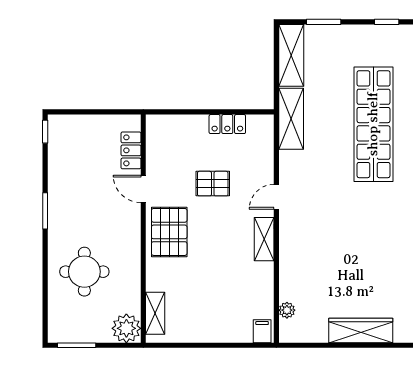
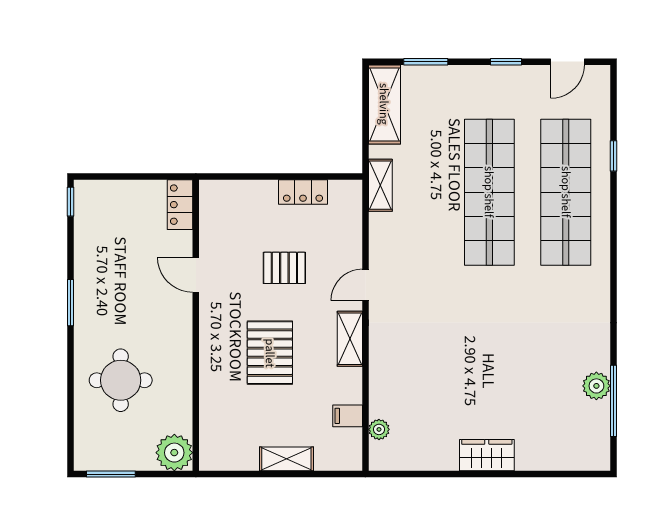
shelving: (291, 119) -> (380, 185), width x0.67, depth x0.75
locker: (131, 150) -> (180, 205), moved
pallet: (169, 232) -> (270, 353), moved
shelving: (155, 313) -> (286, 459), moved, turned 90
wardrobe: (361, 330) -> (487, 455), width x0.67
filing cabinet: (262, 331) -> (348, 416), moved, turned -90

